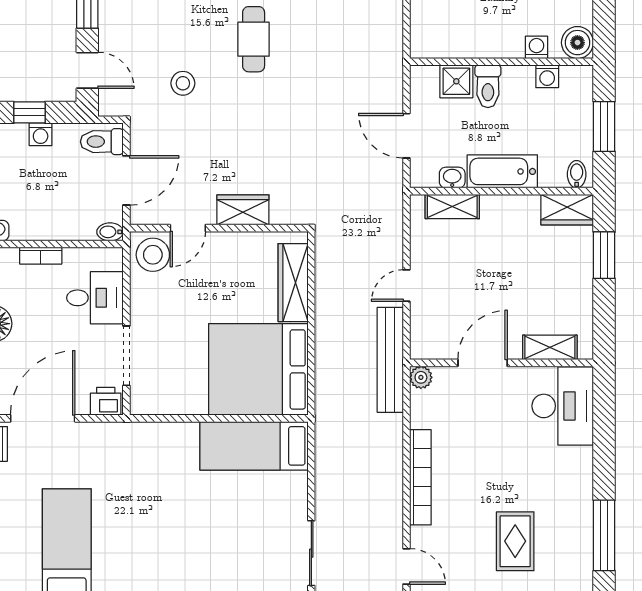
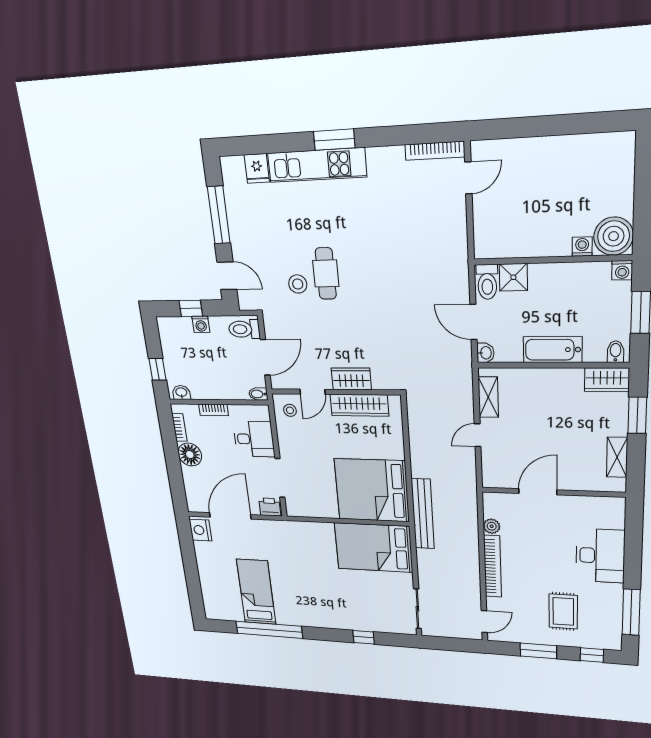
cafe table: (254, 39) -> (326, 274), moved
boiler: (577, 43) -> (614, 236), width x1.37, depth x1.37
washing machine: (547, 76) -> (622, 270), moved
toilet: (488, 86) -> (487, 282), moved
washbasin: (452, 178) -> (485, 353), moved, turned 90
shelving: (452, 207) -> (488, 397), moved, turned 90
stool: (153, 255) -> (290, 410), width x0.53, depth x0.53
wardrobe: (293, 283) -> (359, 405), moved, turned -90
shelving: (550, 347) -> (617, 457), moved, turned 90
bench: (390, 360) -> (423, 514), moved
plant: (421, 377) -> (492, 526), moved
desk: (563, 406) -> (600, 556), moved
bed: (254, 446) -> (374, 548), width x1.50
door: (406, 566) -> (484, 622), hinge flipped

